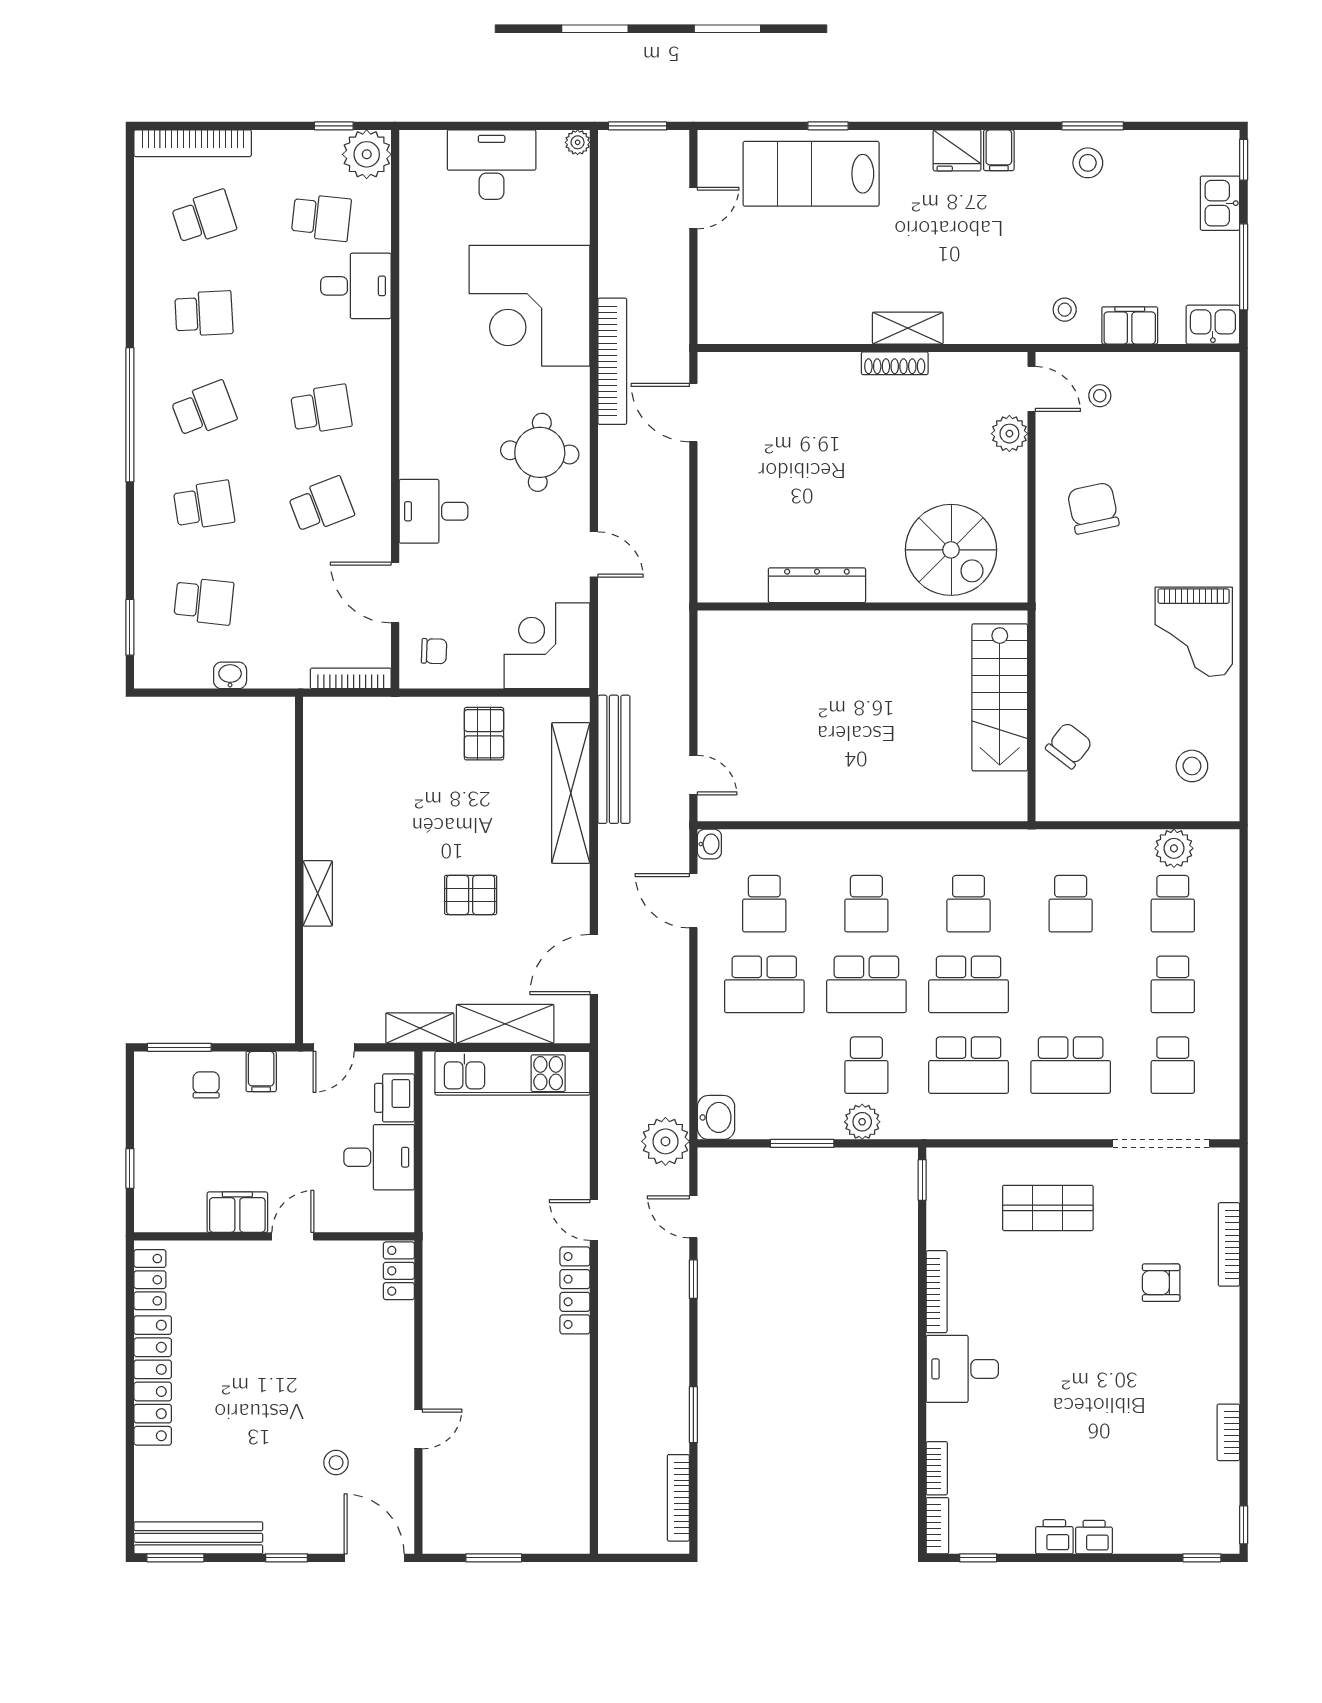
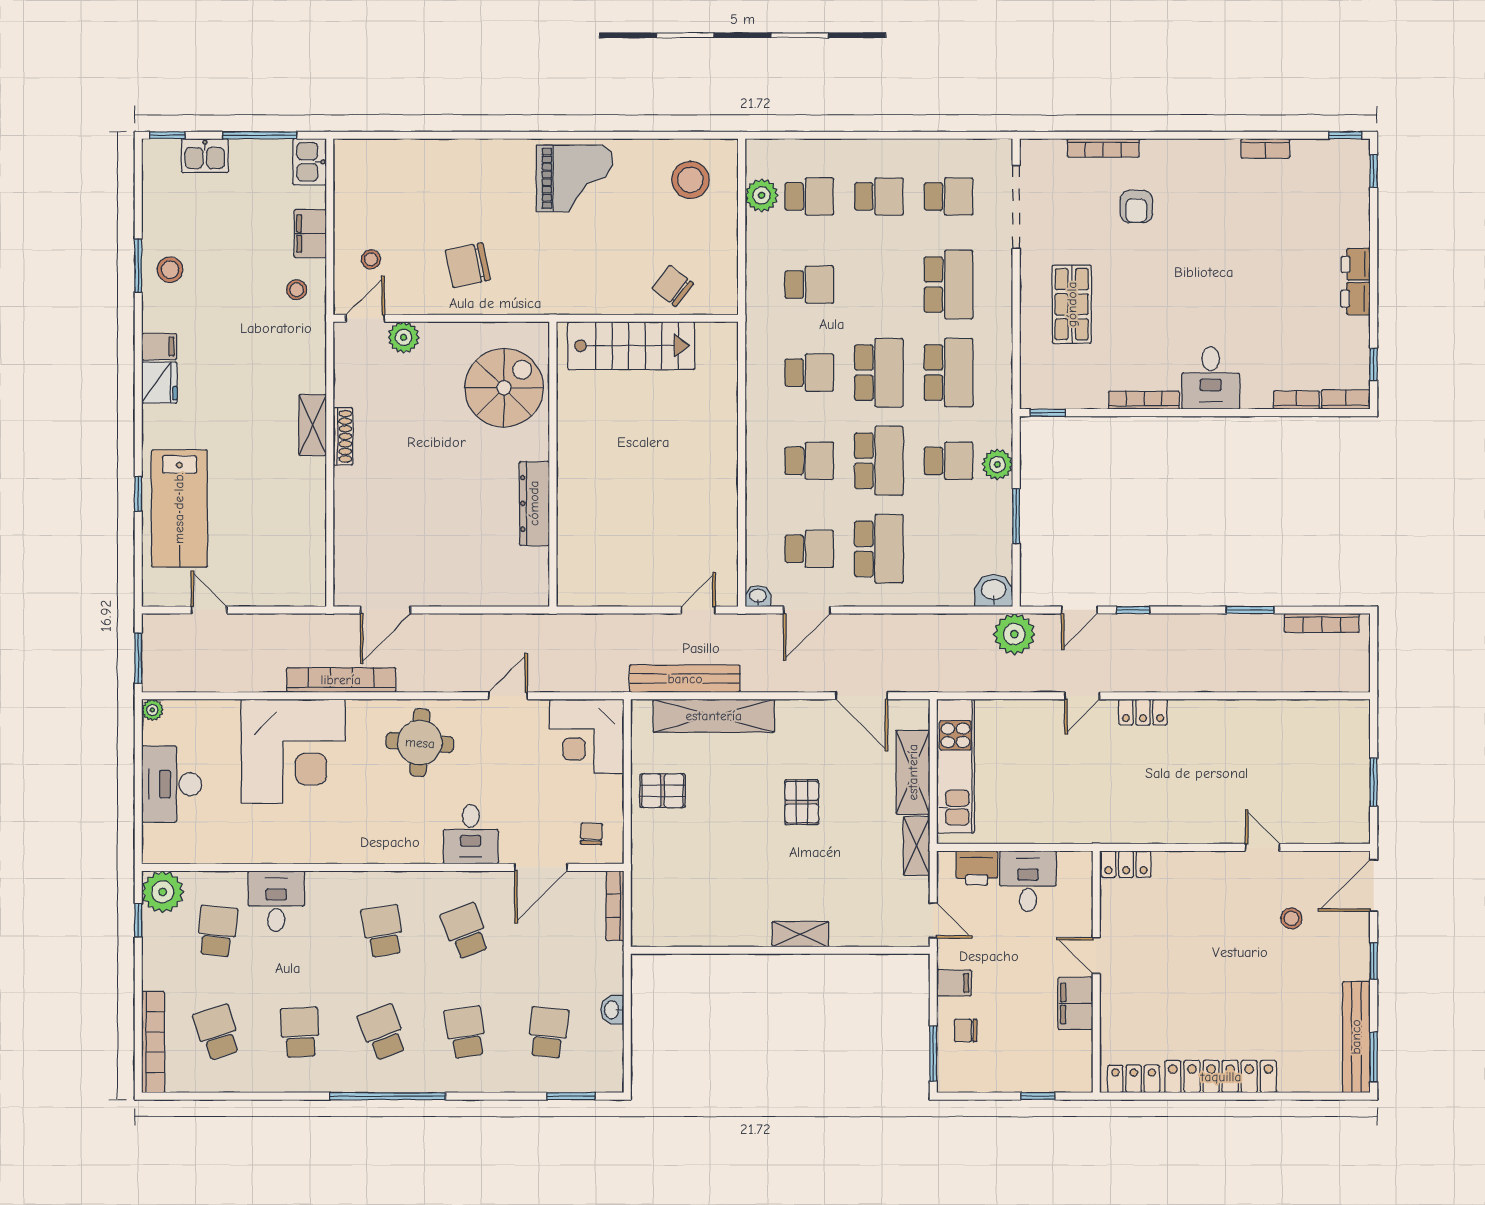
stool: (1192, 766) -> (690, 180), width x1.38, depth x1.38
locker: (575, 1290) -> (1143, 712), width x0.66

